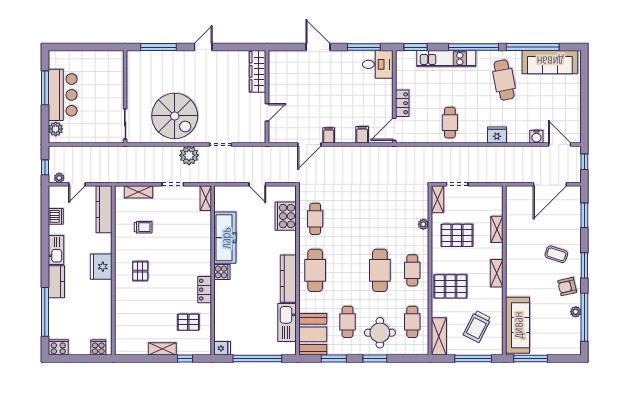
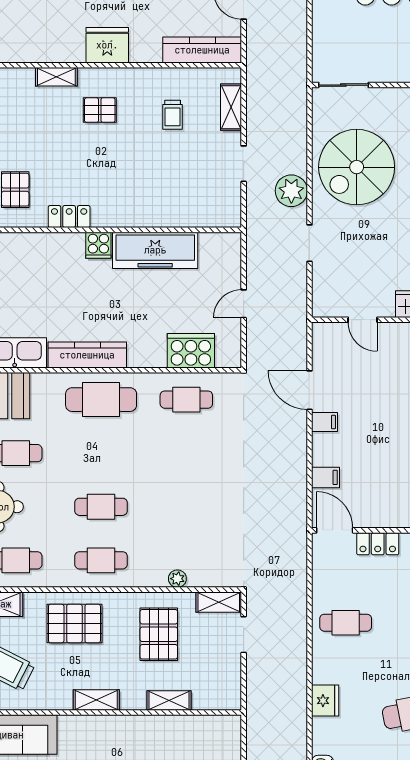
shelving: (206, 198) -> (56, 77), moved
cafe table: (380, 270) -> (101, 507), width x0.73, depth x0.74
pallet: (450, 286) -> (74, 624), turned 90

